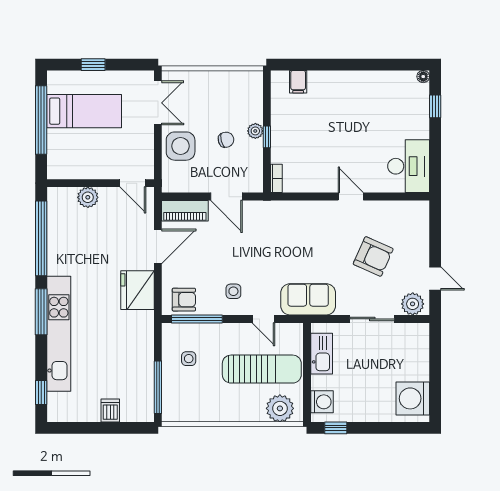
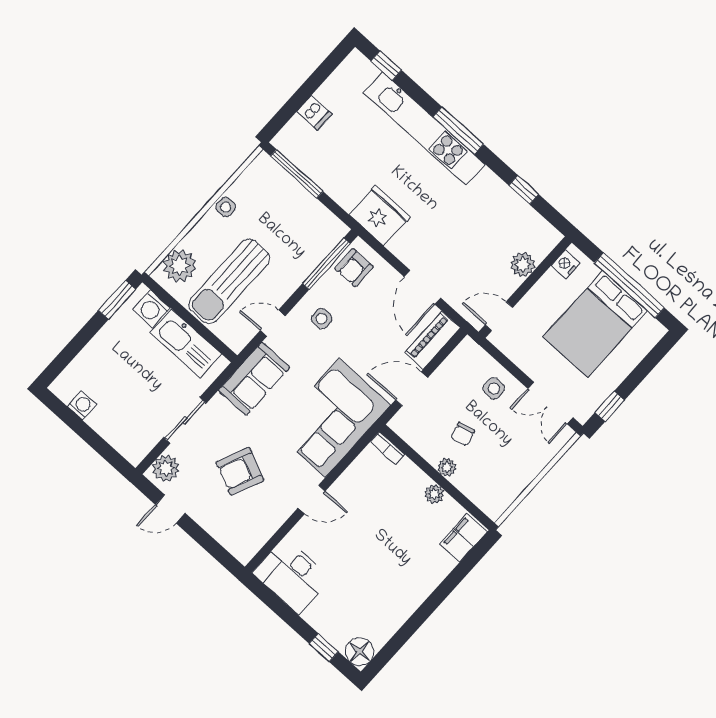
window: (93, 65) -> (610, 406), moved
floor lamp: (423, 77) -> (360, 652), width x1.89, depth x1.89
filing cabinet: (298, 82) -> (463, 538), width x2.00
bed: (84, 111) -> (595, 324), width x1.50
plant: (279, 124) -> (434, 494), added
window: (267, 137) -> (432, 473), removed
side table: (181, 146) -> (494, 389), width x0.54, depth x0.54
nightstand: (64, 171) -> (566, 264), added
corner sofa: (289, 229) -> (332, 418), added
window: (41, 238) -> (524, 190), width x0.32
fridge: (137, 290) -> (380, 216), moved
kitchen sink: (322, 354) -> (186, 343), width x1.36, depth x1.24
side table: (189, 359) -> (226, 207), moved
washing machine: (413, 398) -> (82, 406), width x0.53, depth x0.53
window: (336, 428) -> (117, 300), width x1.50

